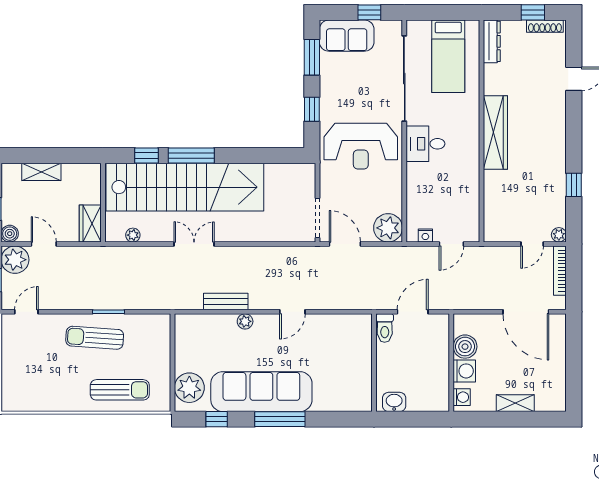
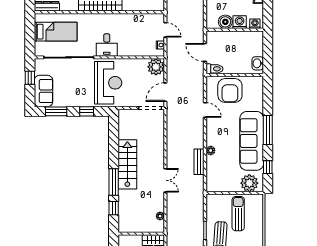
stairs: (185, 187) -> (127, 164), width x0.54, depth x0.66
double door: (194, 244) -> (165, 180), swing flipped
door: (292, 312) -> (205, 110), moved
armchair: (348, 354) -> (230, 90), added
sun lounger: (120, 390) -> (238, 214), moved

